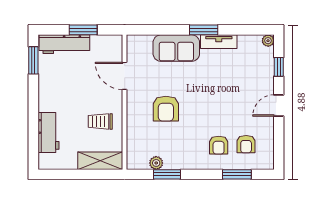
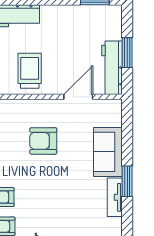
workbench: (64, 44) -> (112, 68), moved
trolley: (100, 121) -> (30, 71), width x1.36, depth x1.39

